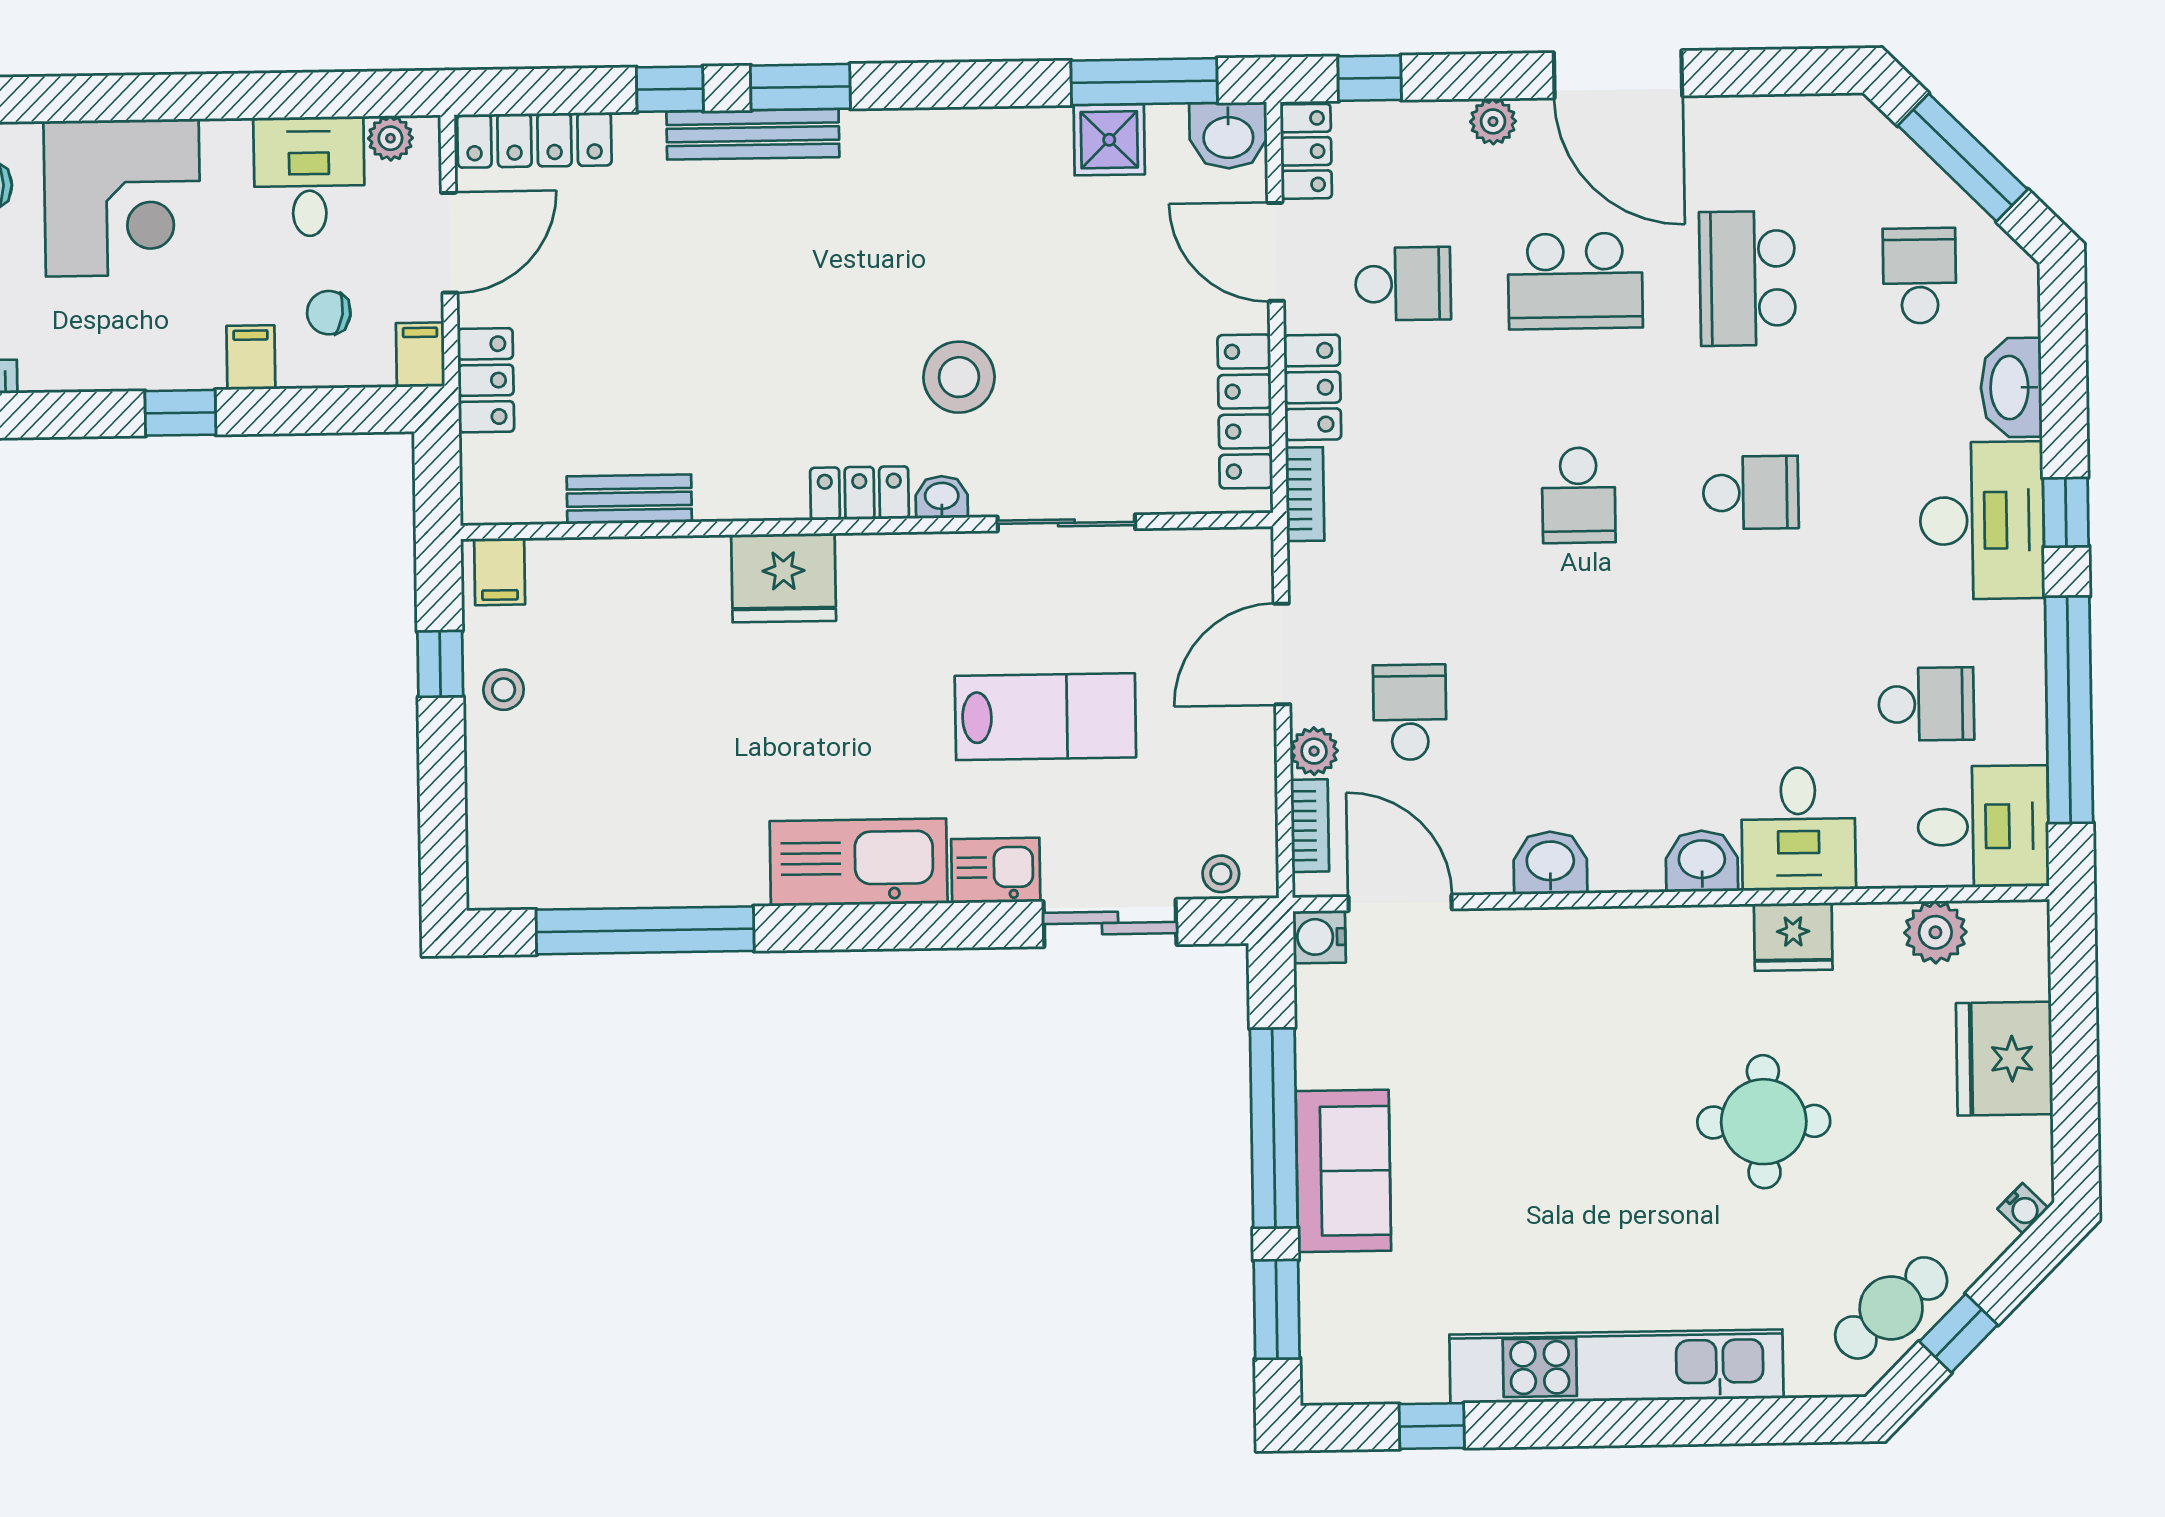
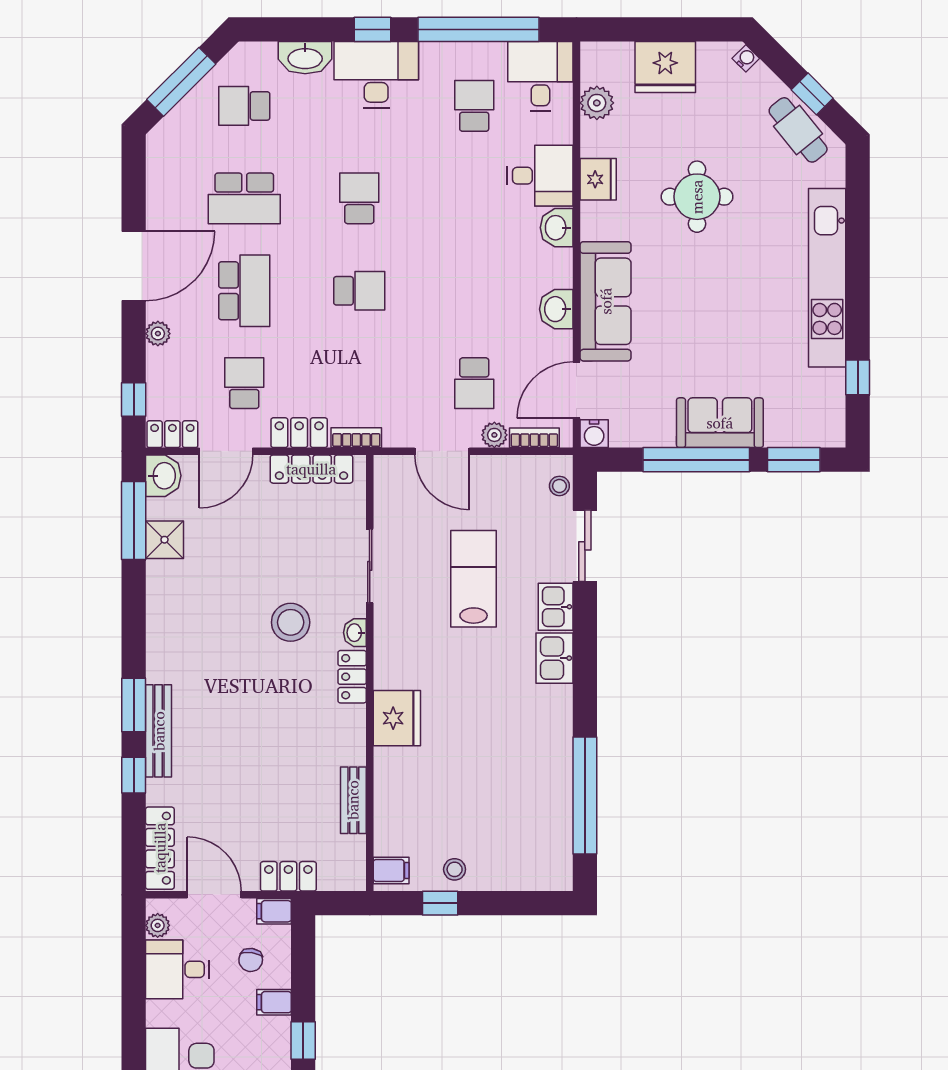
school desk: (1410, 712) -> (474, 383), turned -90
kitchen sink: (859, 862) -> (555, 658), width x0.53, depth x0.81
sofa: (1566, 954) -> (606, 301), added

